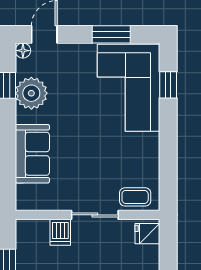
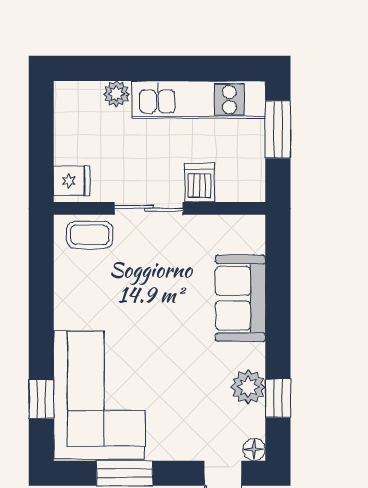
plant: (31, 93) -> (248, 387), width x0.73, depth x0.73

